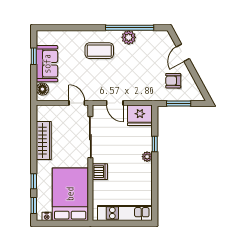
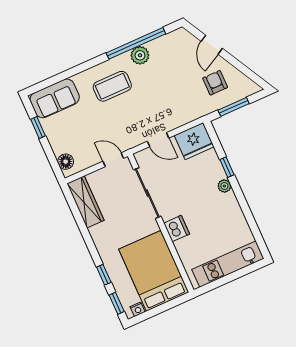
sofa: (47, 64) -> (55, 98), moved, turned 90
armchair: (173, 81) -> (215, 83), turned 90
wardrobe: (44, 141) -> (85, 202), moved

